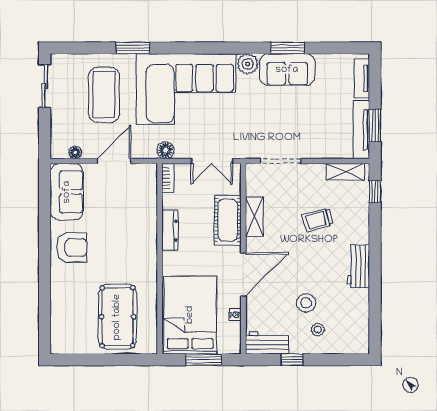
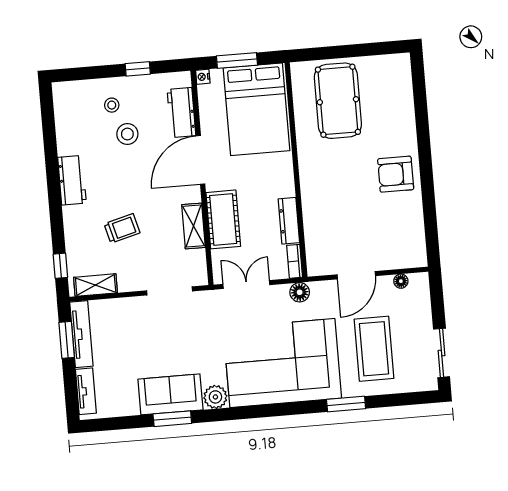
sofa: (67, 192) -> (407, 236), removed
dresser: (170, 231) -> (289, 221), moved
nightstand: (235, 315) -> (203, 77), moved
workbench: (267, 343) -> (181, 112), moved, turned 90

